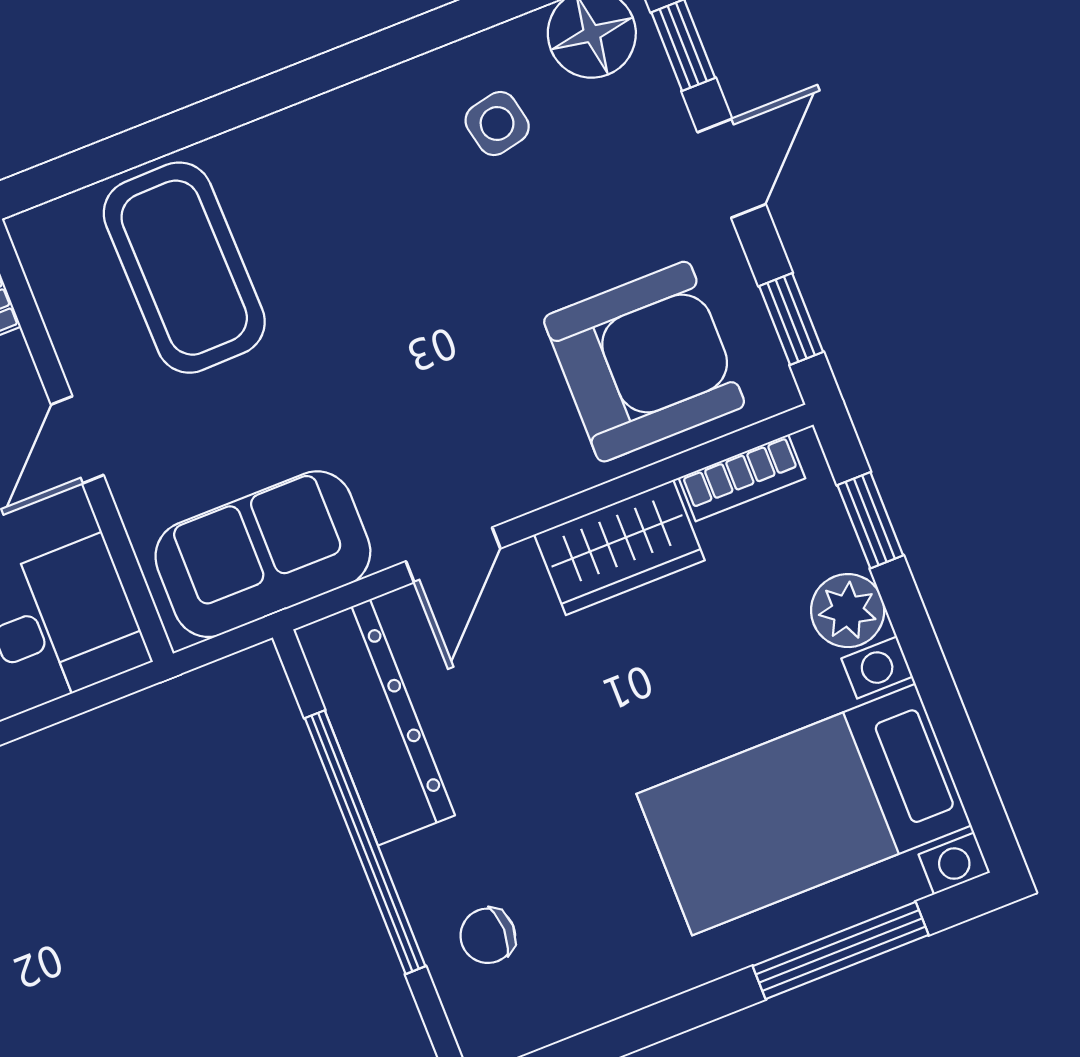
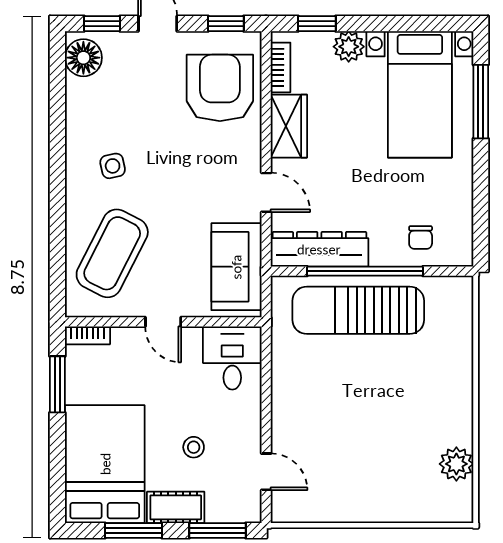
side table: (497, 123) -> (113, 166), moved
coffee table: (184, 268) -> (112, 253), turned -62
sun lounger: (273, 861) -> (358, 310), added

